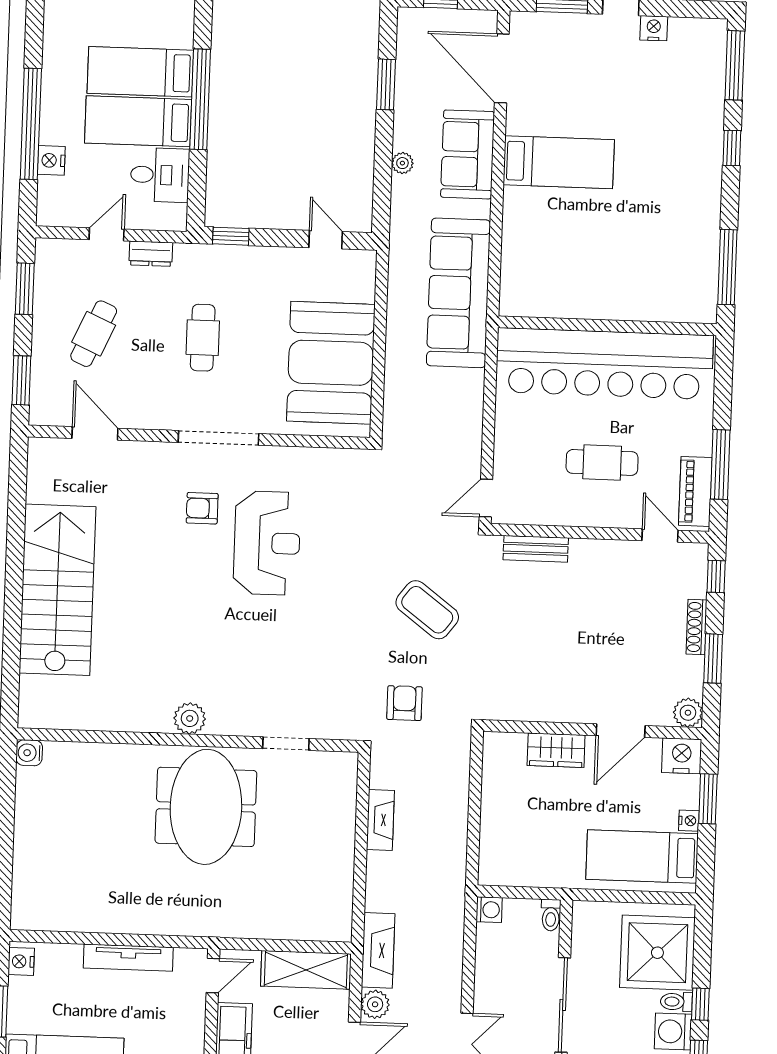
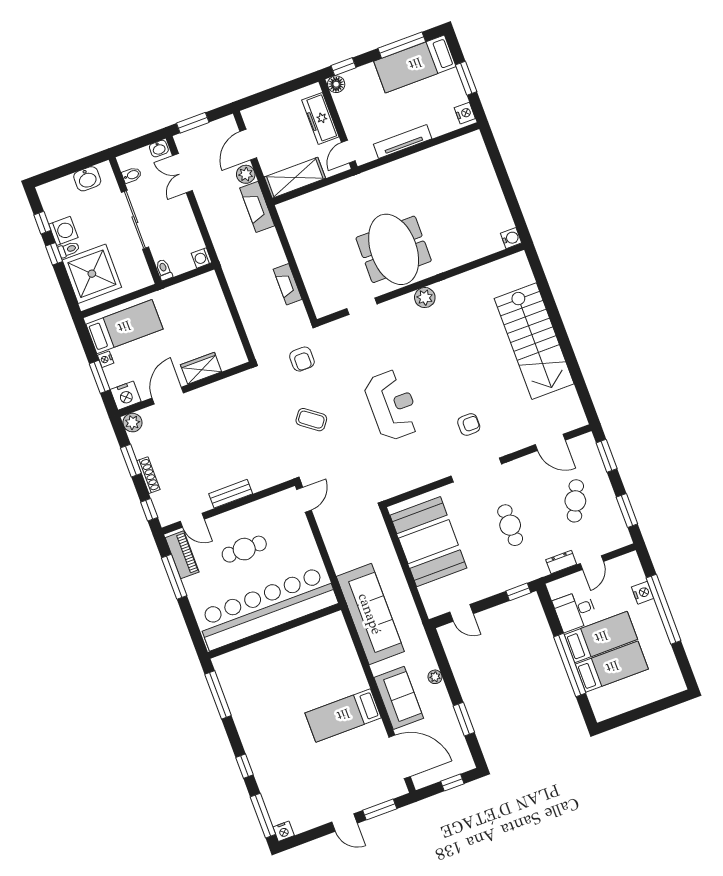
nightstand: (654, 28) -> (284, 831), moved
reception desk: (267, 543) -> (392, 405), moved, turned 180
bench: (536, 549) -> (231, 494), moved
coffee table: (427, 610) -> (311, 420), width x0.73, depth x0.77

